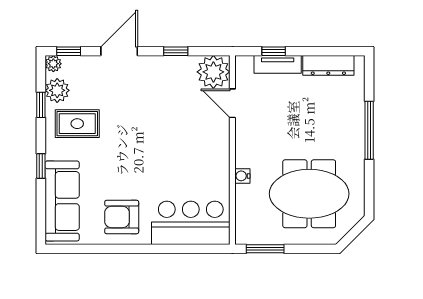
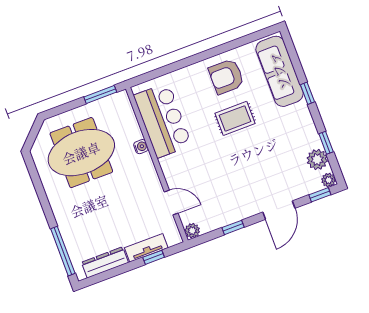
plant: (213, 72) -> (192, 231), width x0.53, depth x0.53
rug: (77, 124) -> (235, 118), moved
window: (369, 130) -> (63, 251), moved
armchair: (122, 217) -> (226, 76), turned 180
bar counter: (191, 223) -> (163, 120), moved, turned -90

